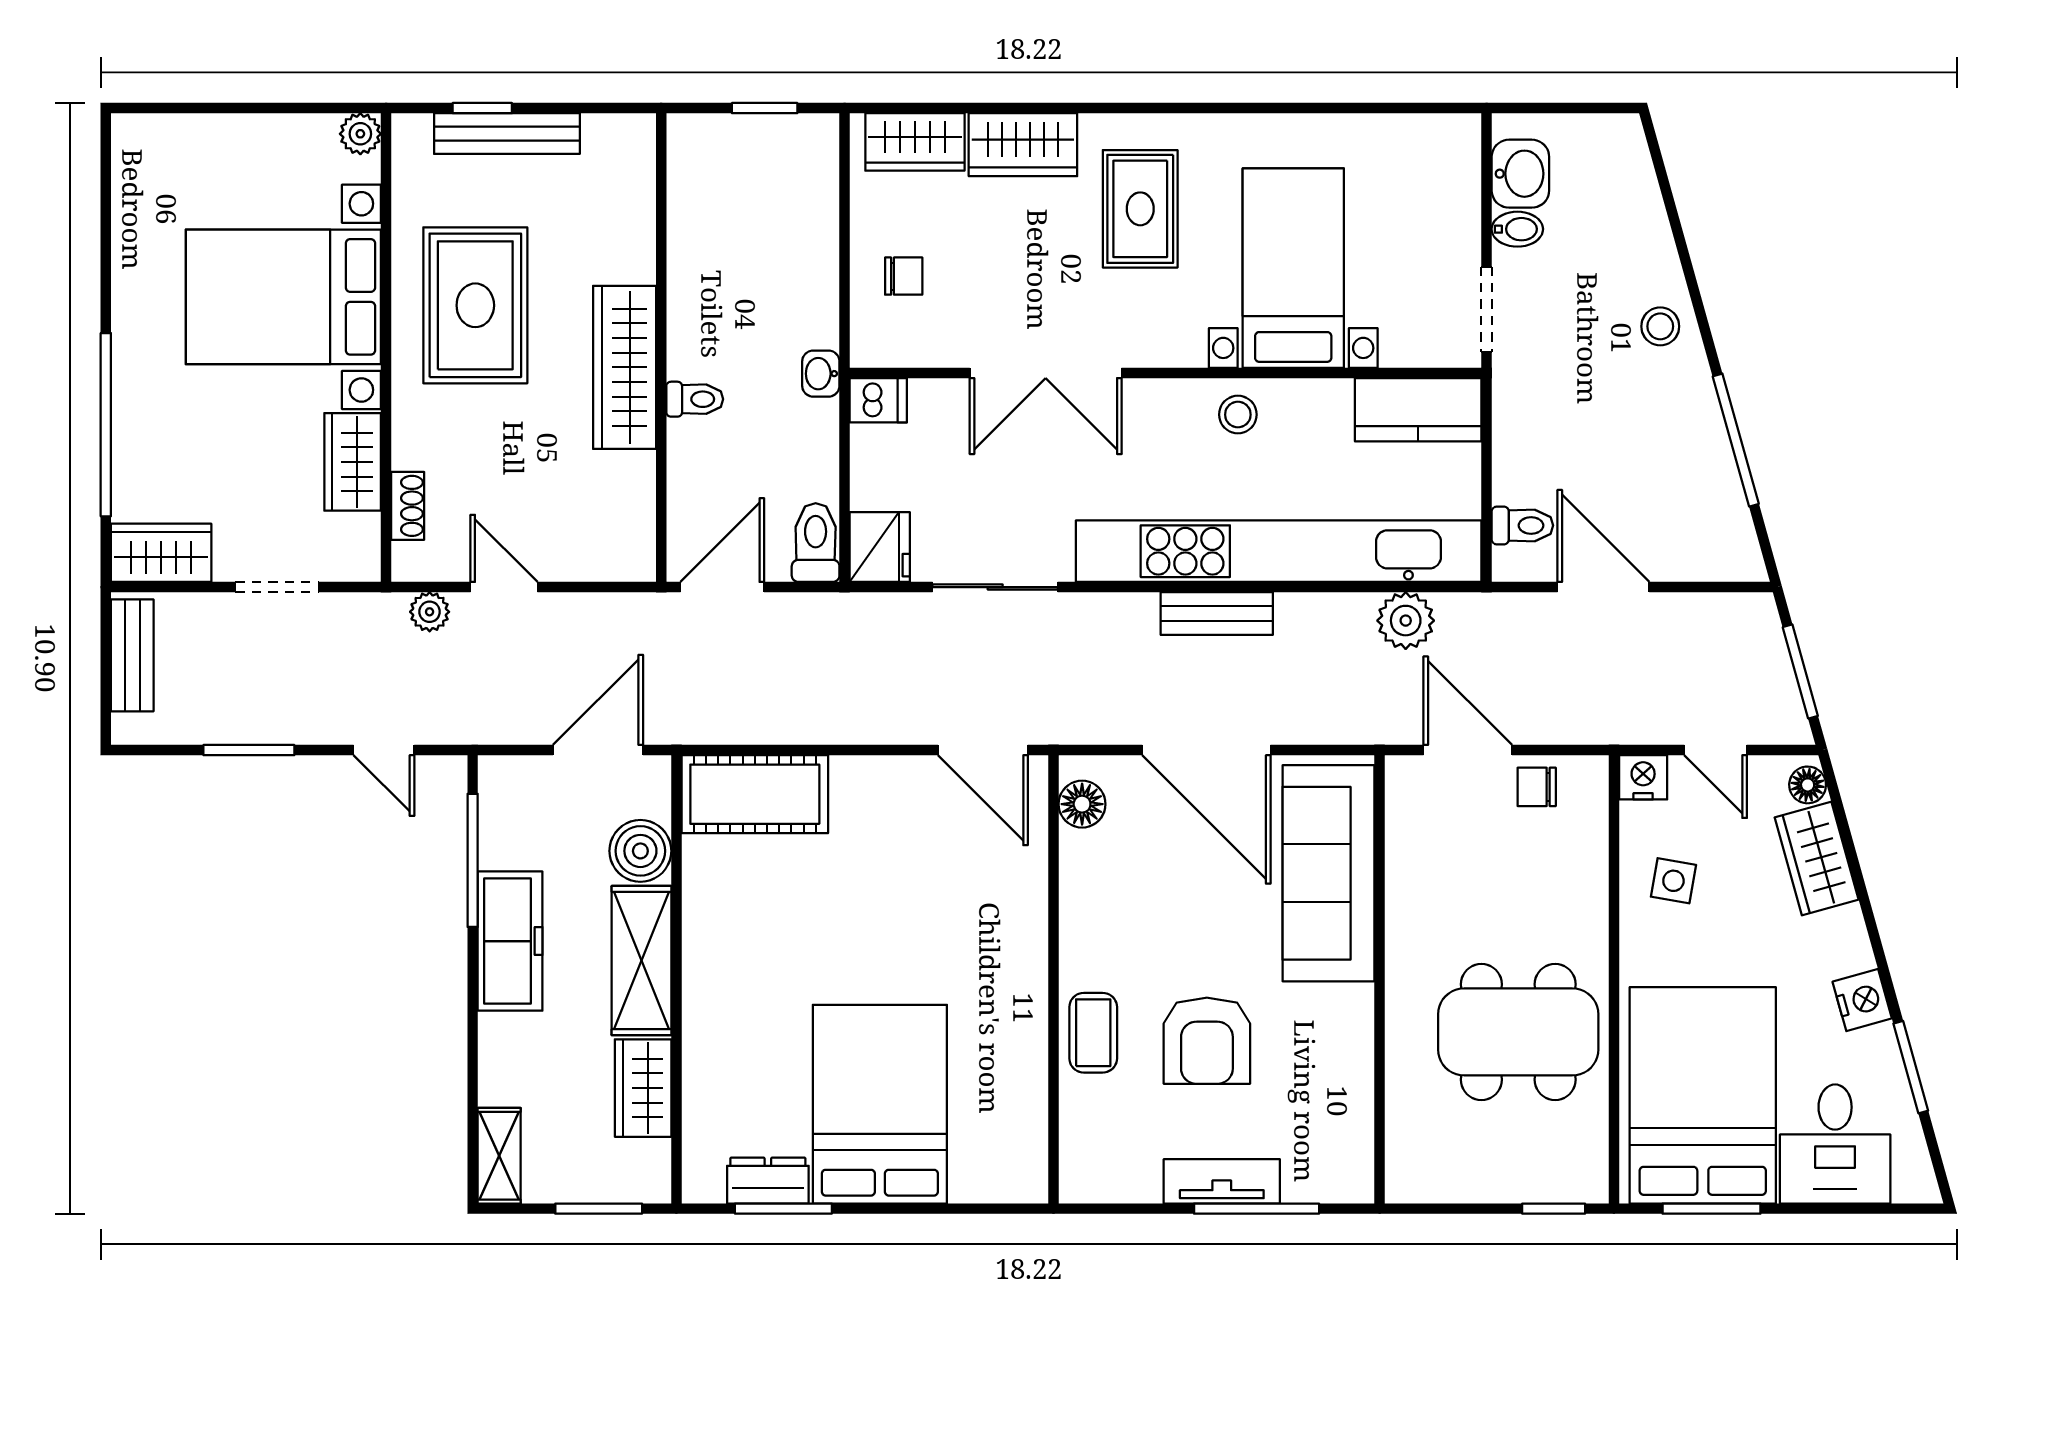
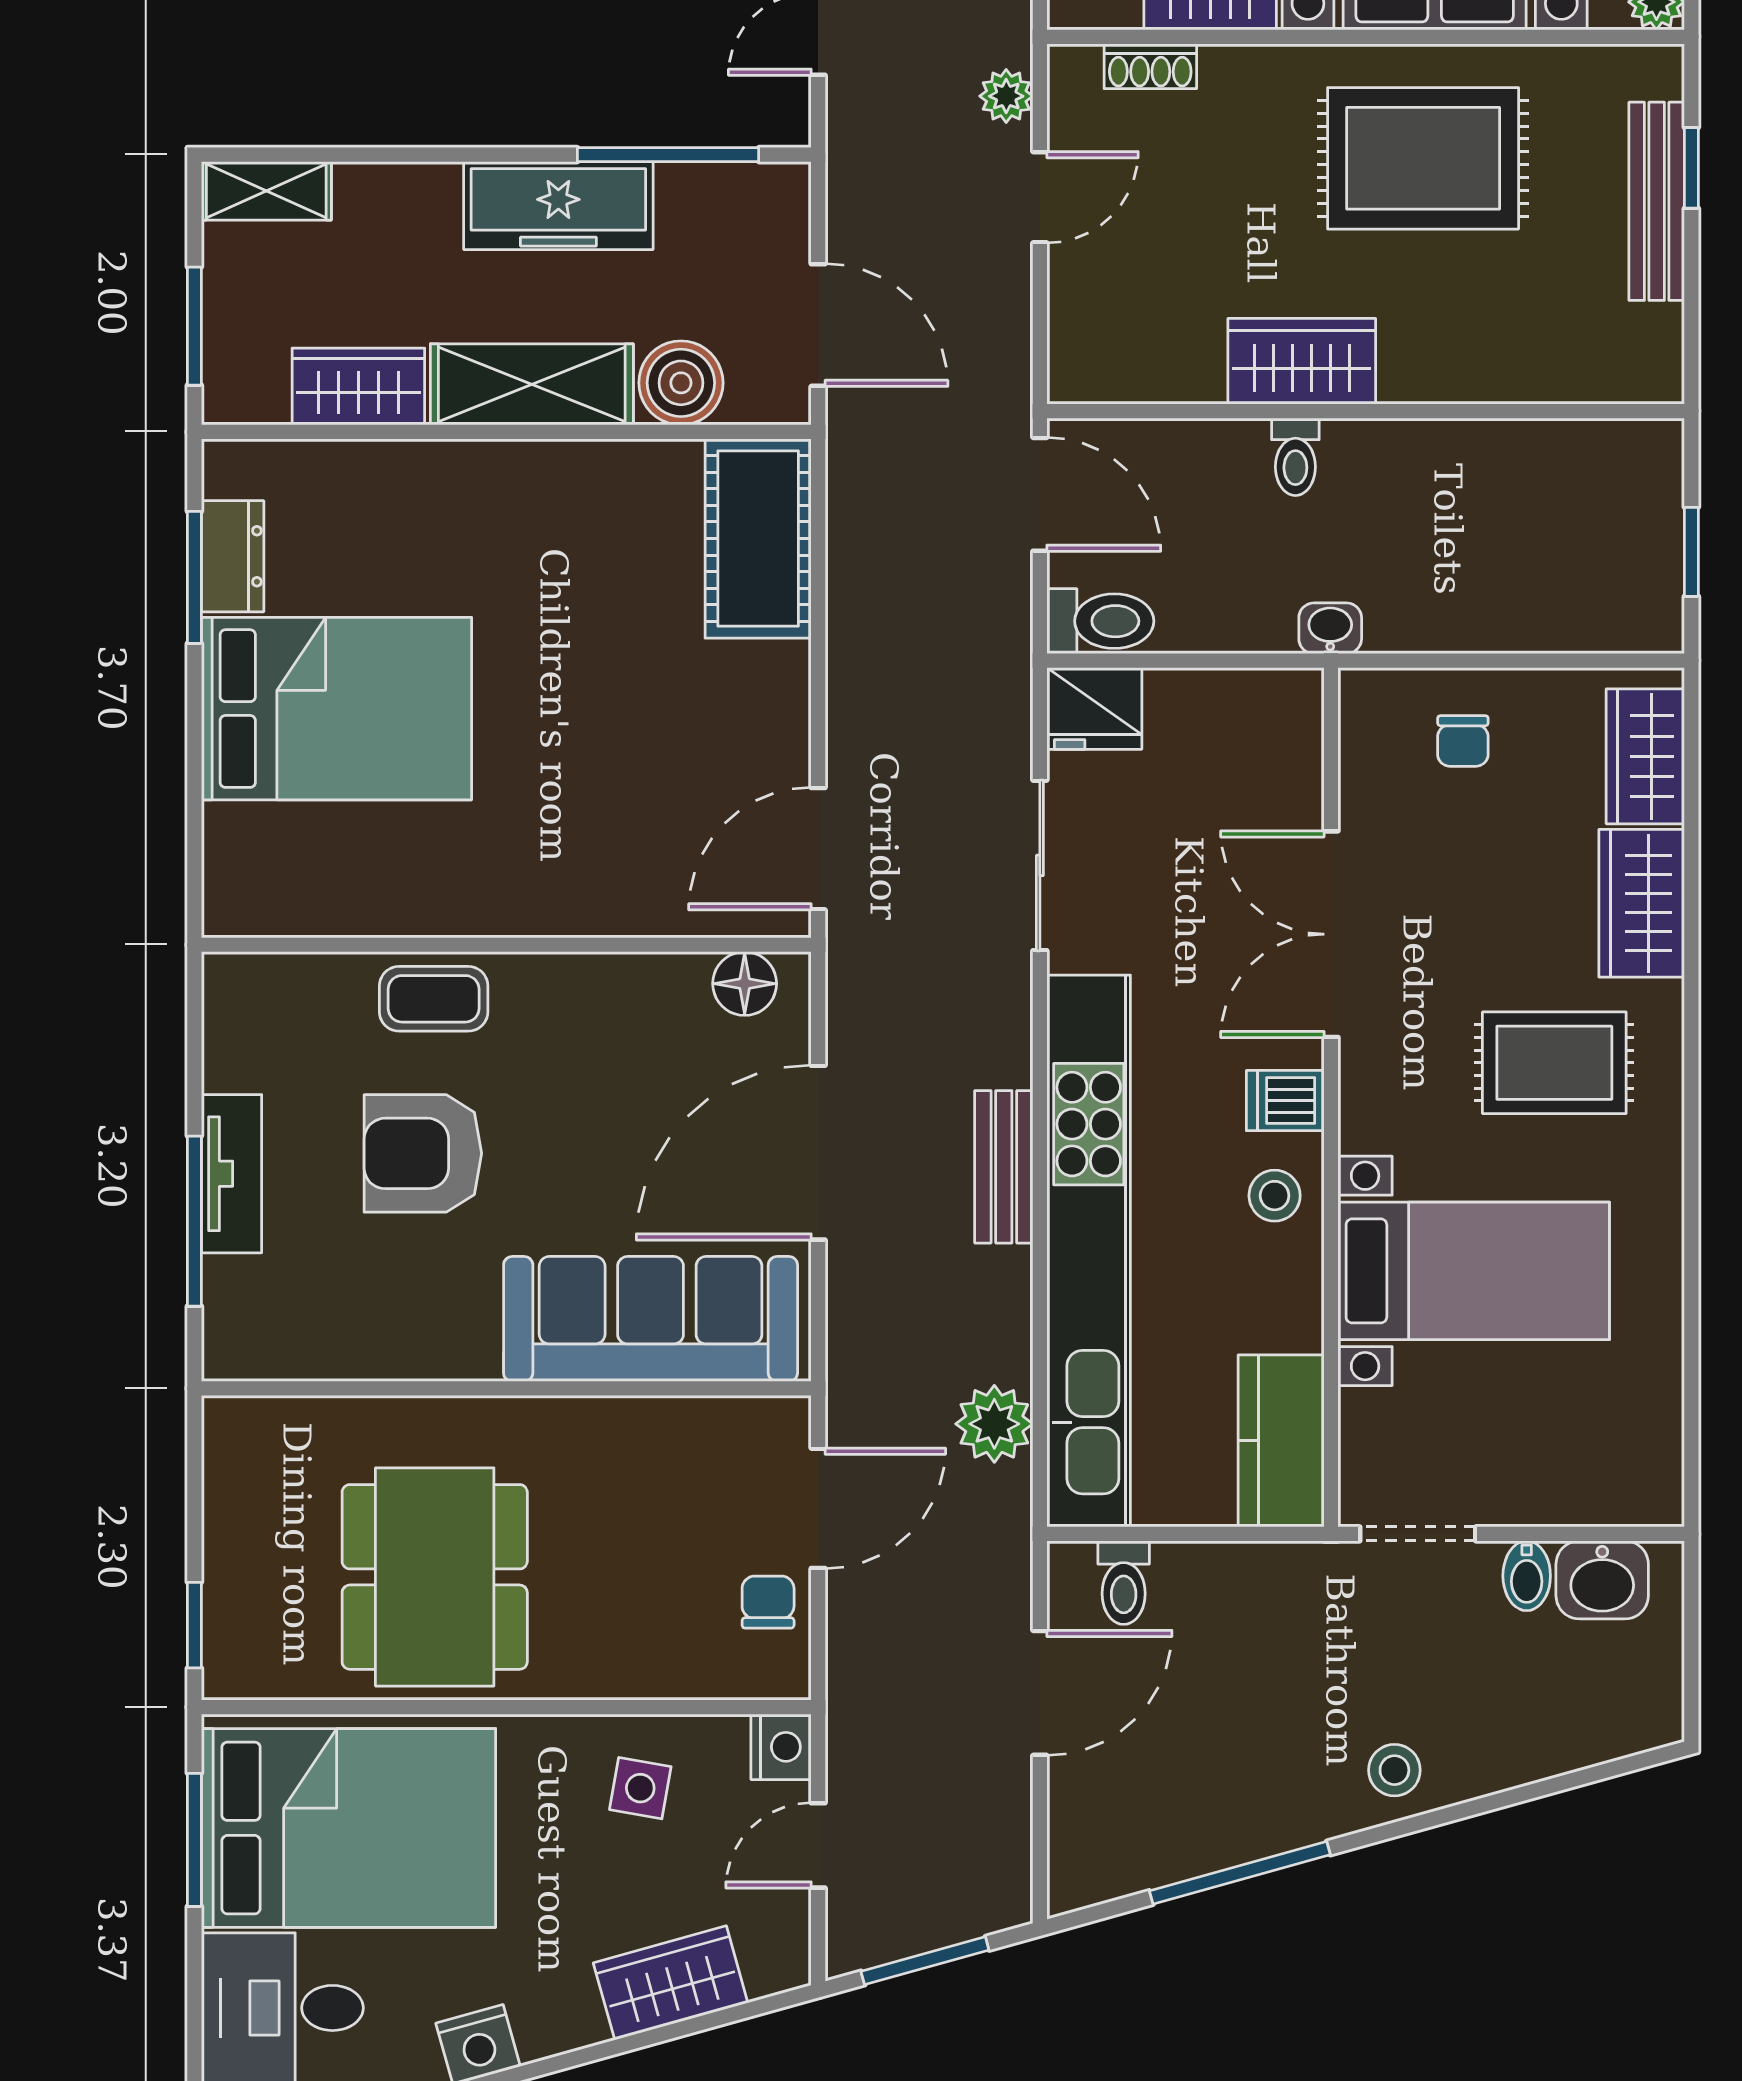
wardrobe: (625, 367) -> (1302, 361), width x0.67
dishwasher: (878, 400) -> (1285, 1101), moved, turned 90
floor lamp: (1808, 785) -> (771, 1971), removed

